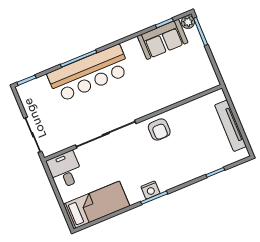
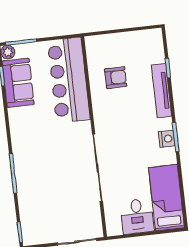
bar counter: (89, 73) -> (69, 80), moved, turned 180
tv unit: (230, 126) -> (162, 91), moved, turned 90
armchair: (159, 129) -> (116, 78), moved
desk: (65, 170) -> (137, 216), moved, turned -90

